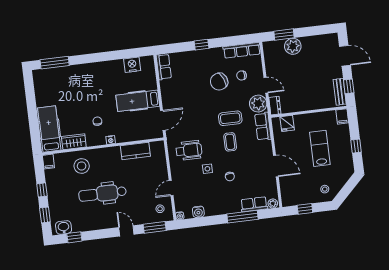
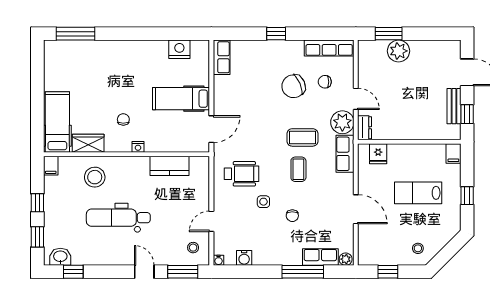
bench: (340, 92) -> (454, 106), moved
lab bench: (320, 148) -> (418, 193), turned -90

